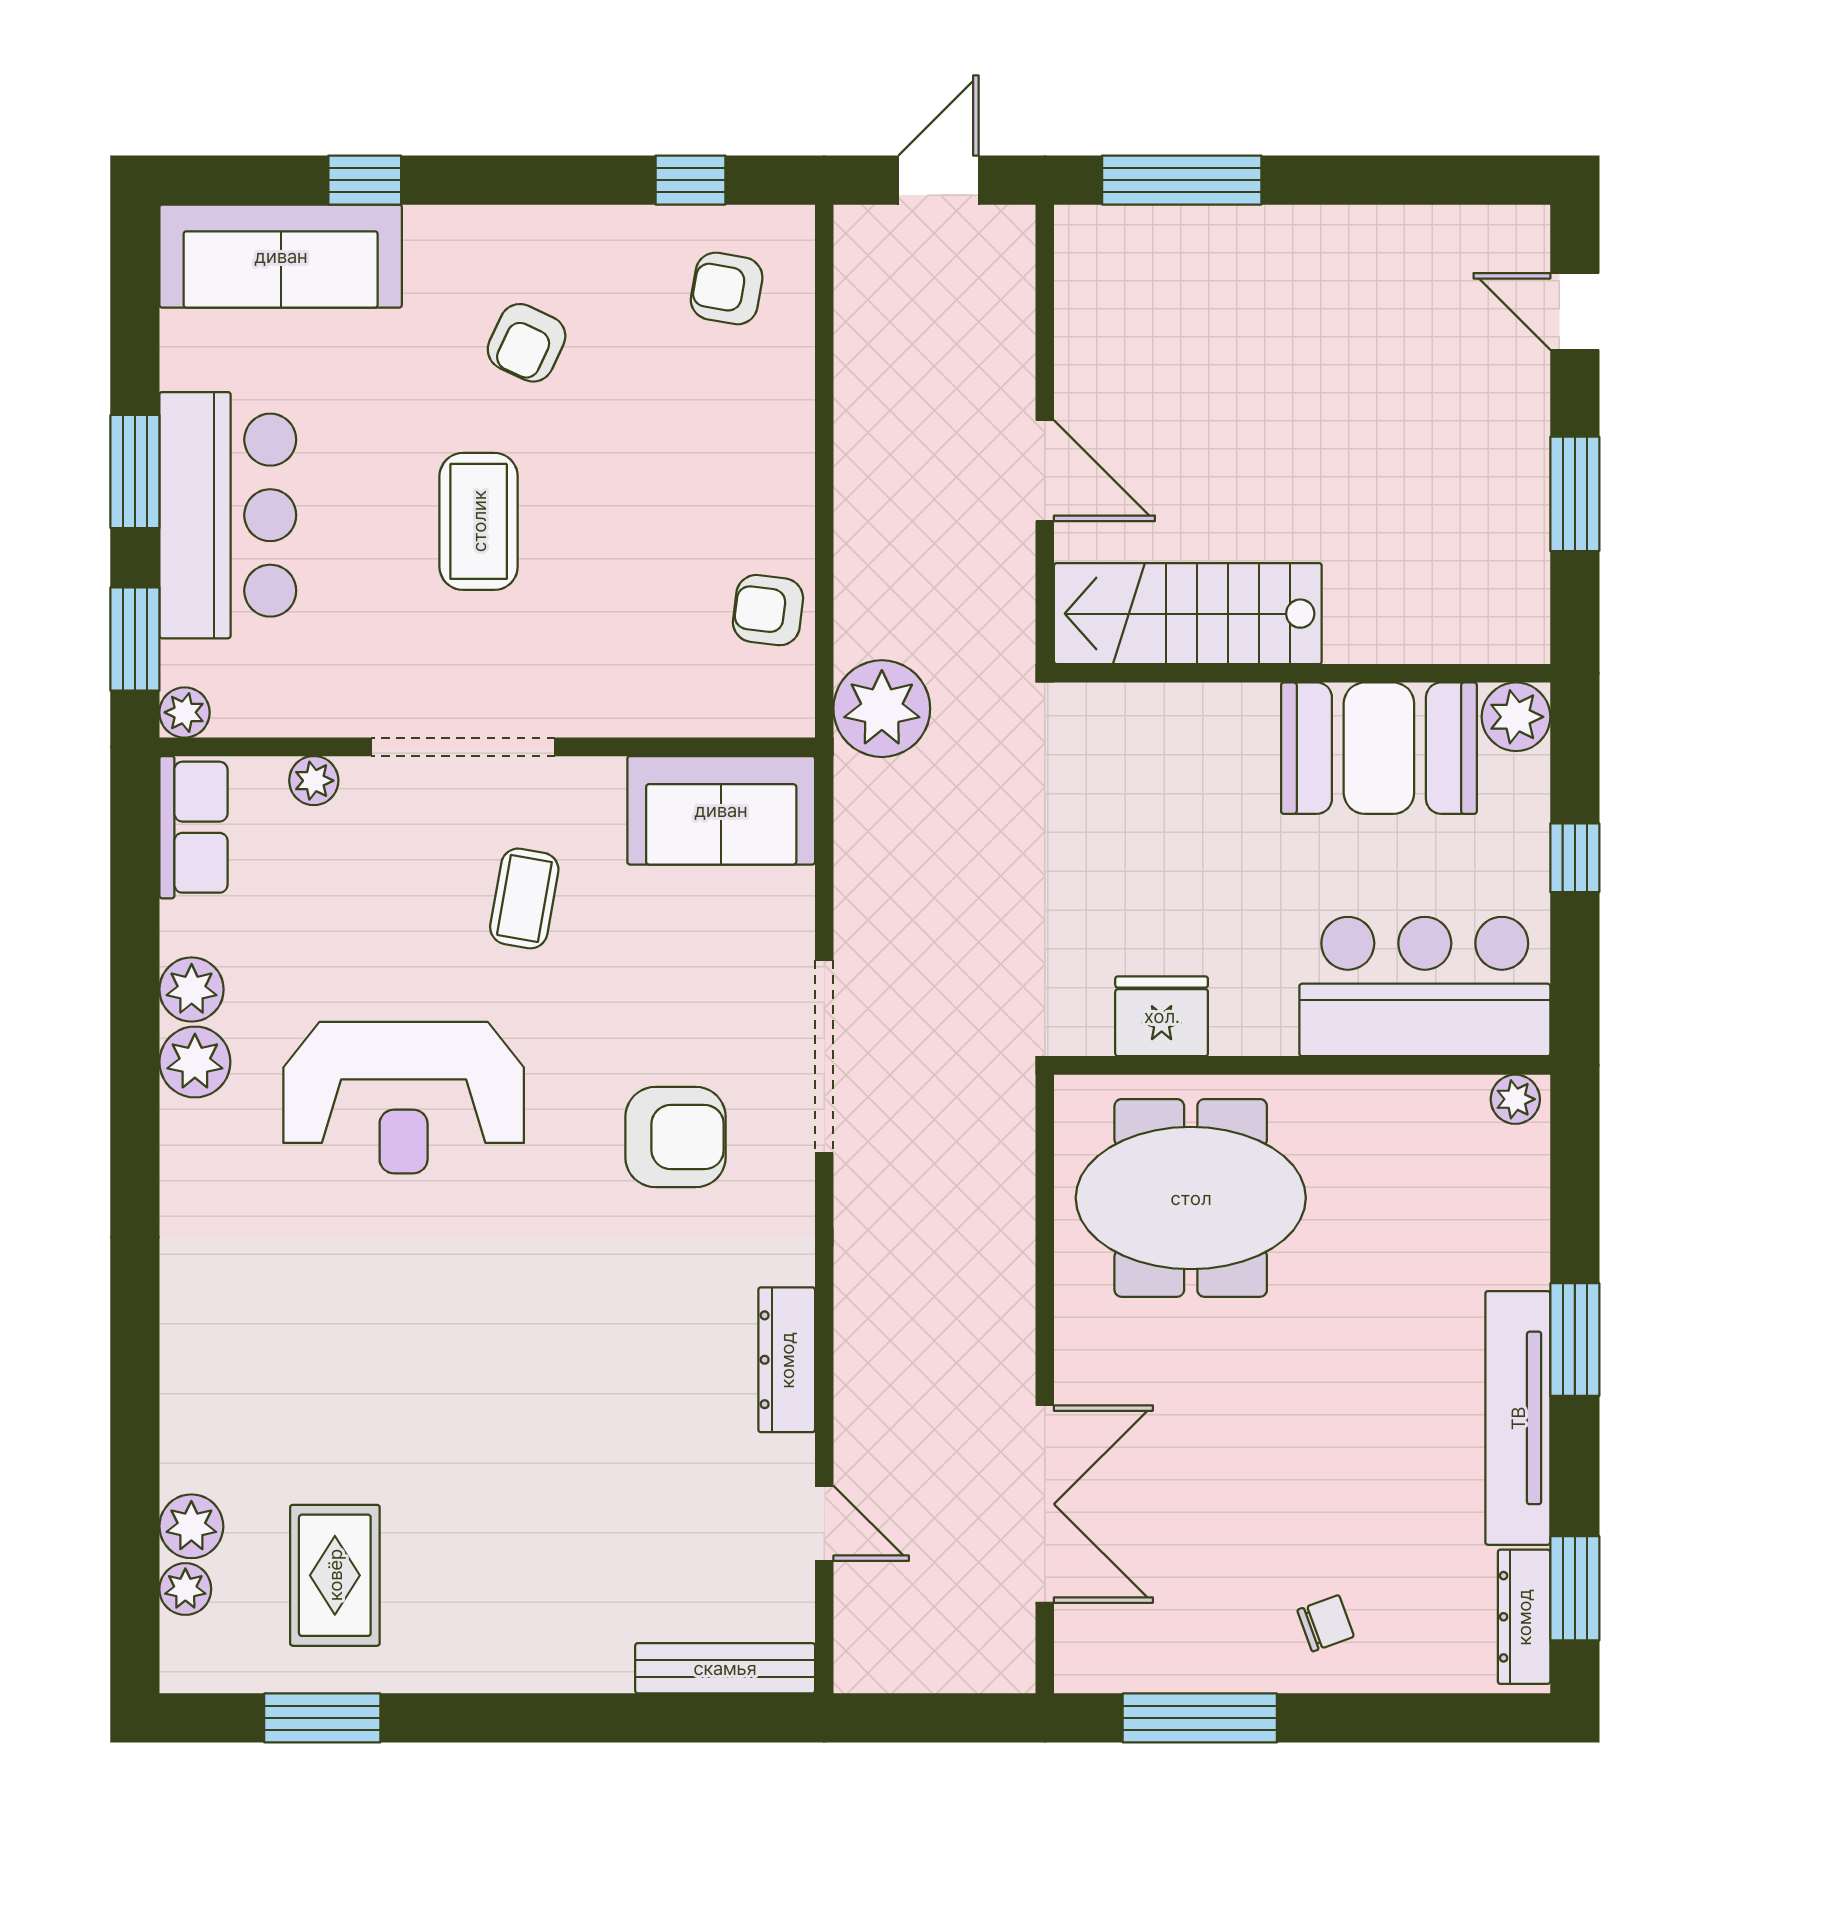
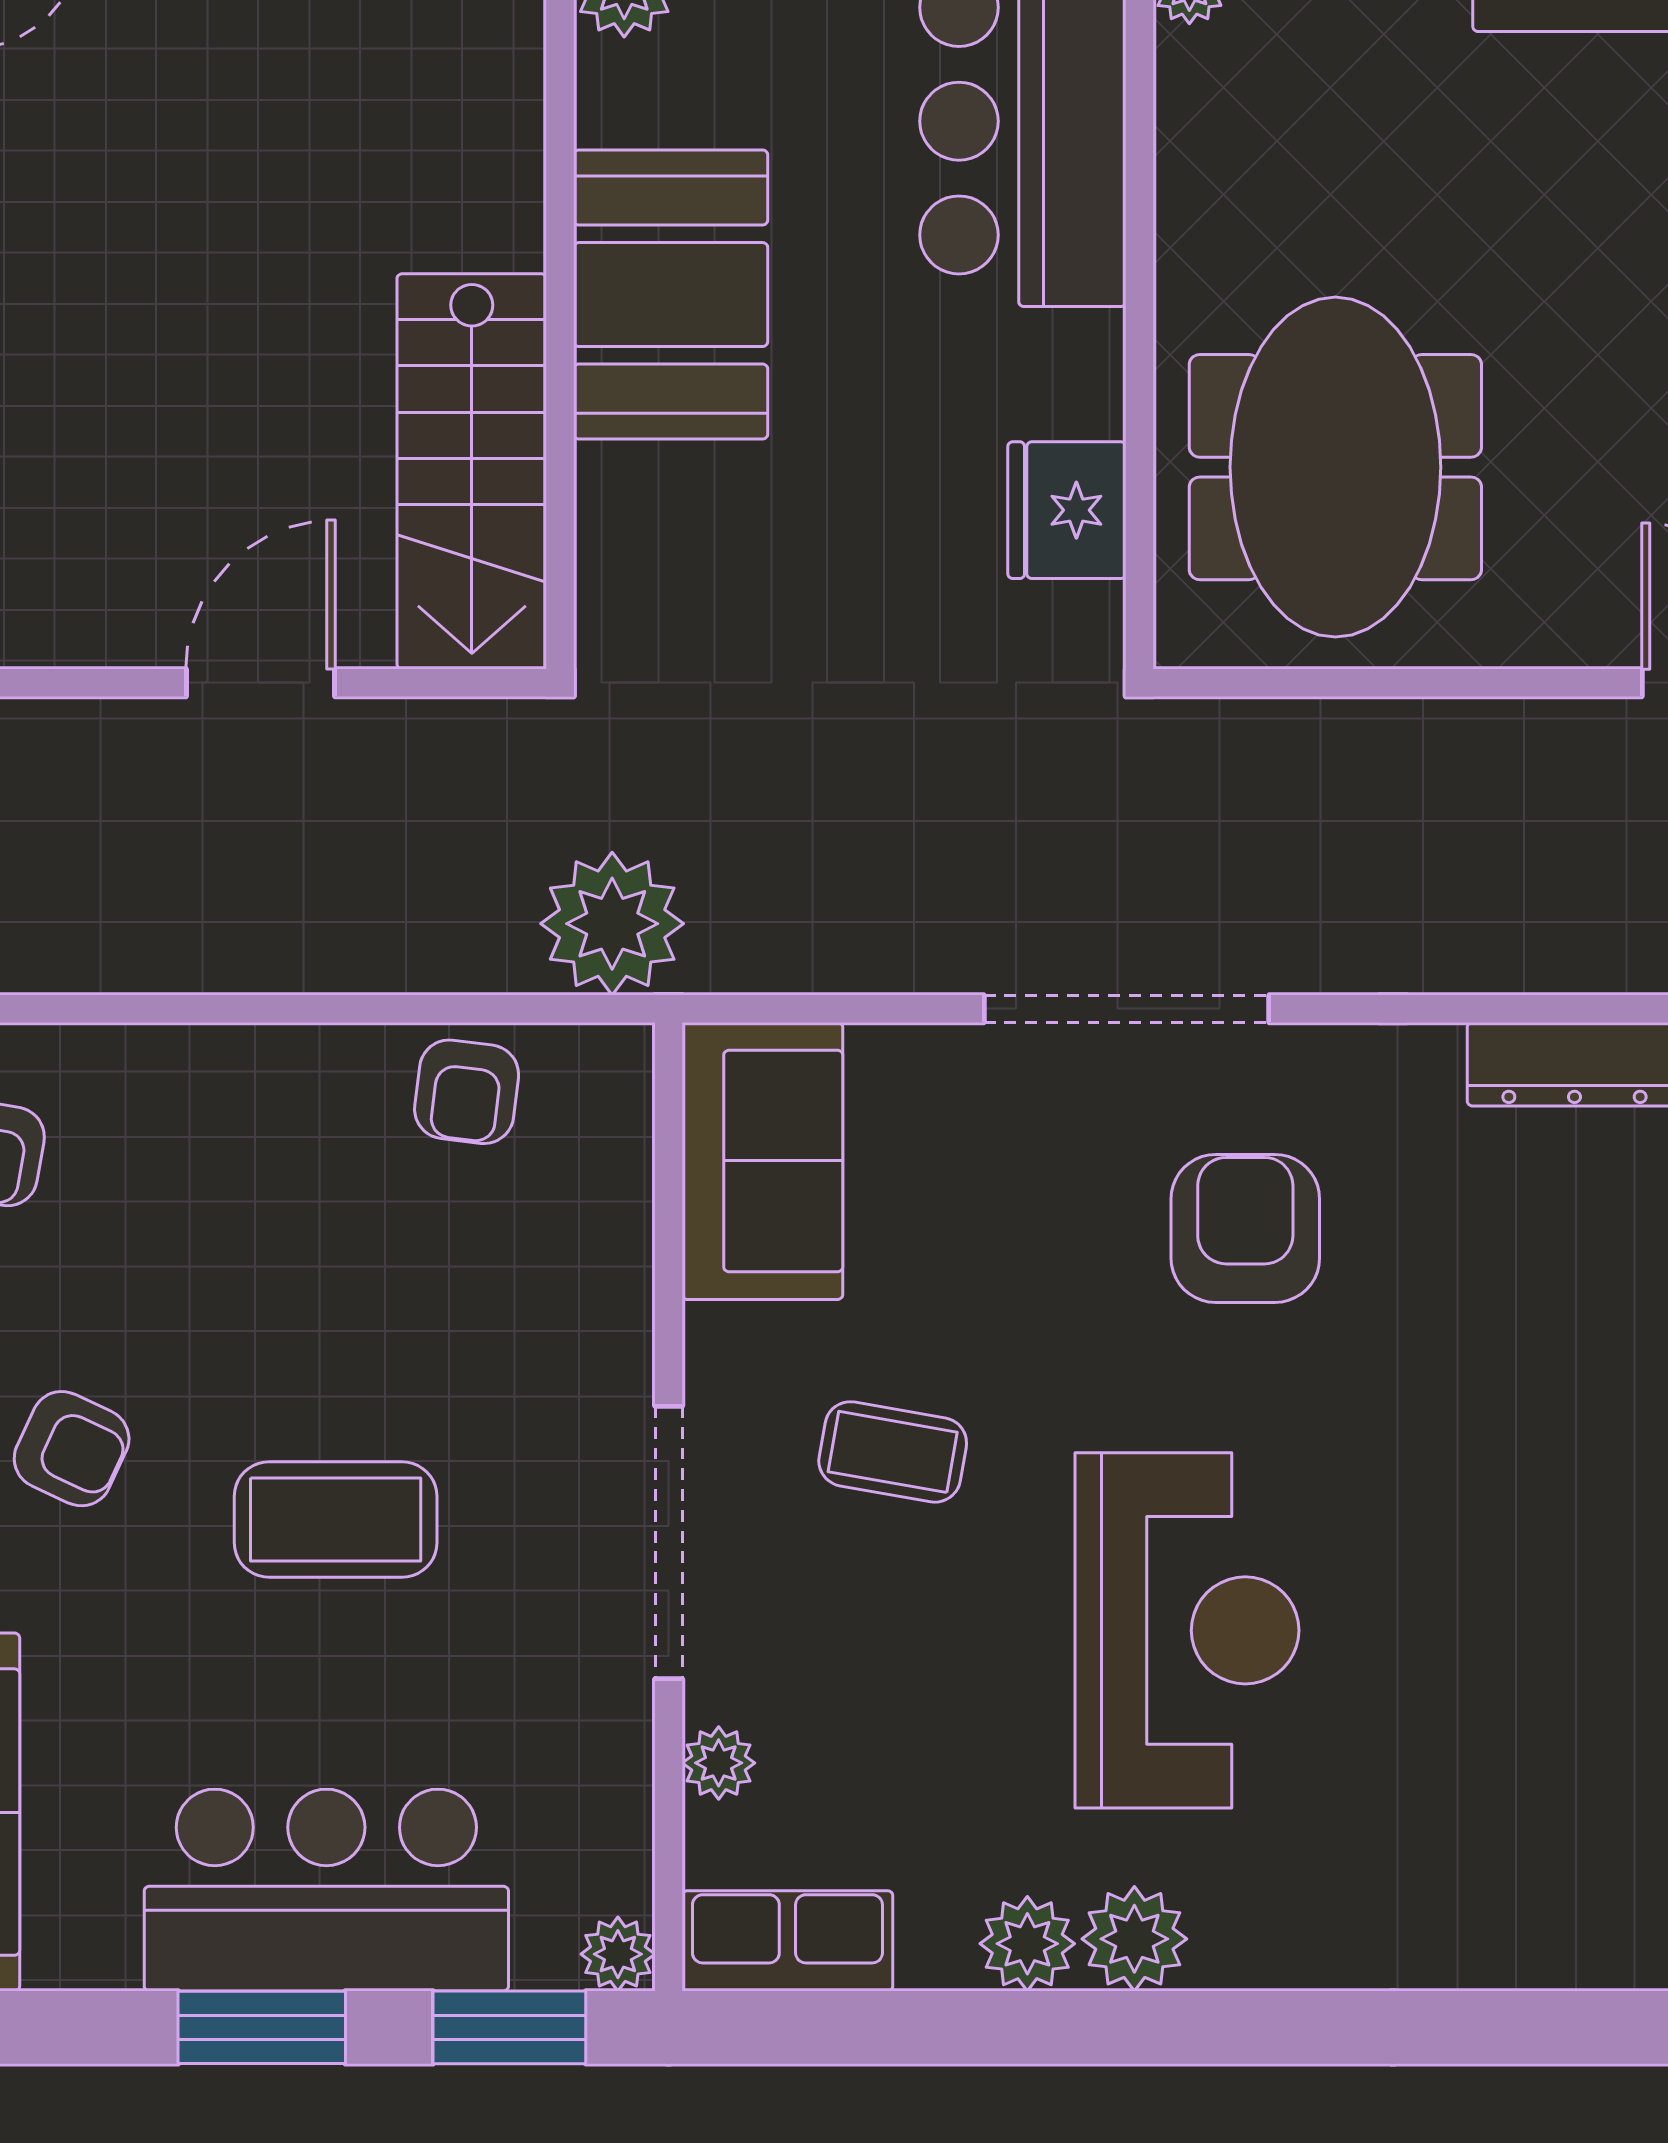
booth: (1379, 748) -> (671, 295), moved

